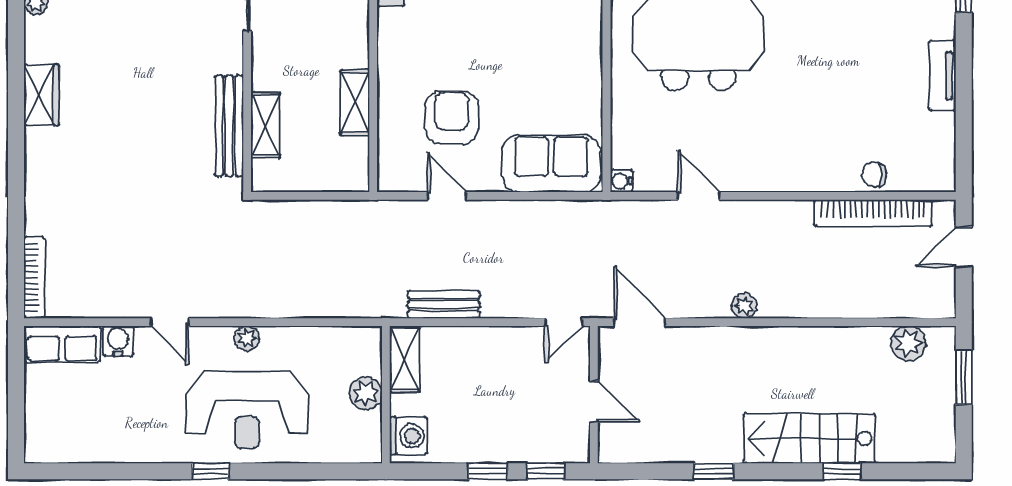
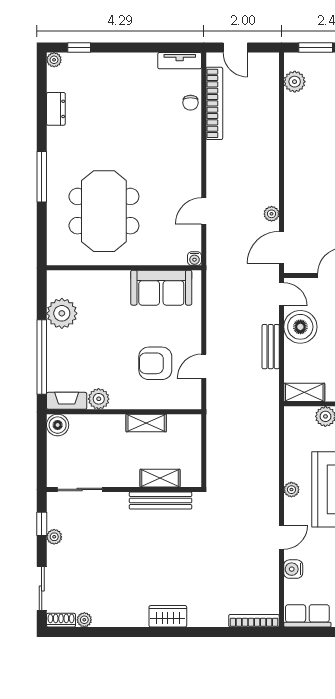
plant: (394, 26) -> (99, 399), added
tv unit: (942, 76) -> (180, 61), moved
wardrobe: (42, 95) -> (168, 616), moved
sofa: (551, 164) -> (161, 288), moved, turned -90
bench: (444, 305) -> (271, 347), moved
plant: (744, 306) -> (272, 214), moved
row of seats: (62, 344) -> (307, 616), moved, turned -90
boiler: (511, 353) -> (300, 327), added

